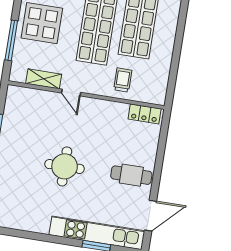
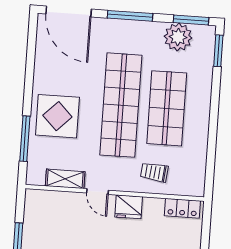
trolley: (123, 80) -> (154, 172), turned -84
fridge: (97, 108) -> (129, 207), added

